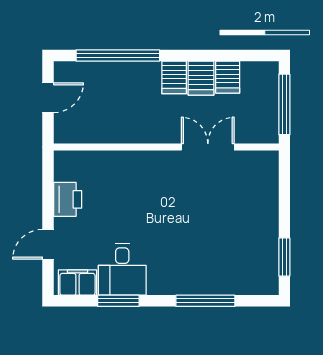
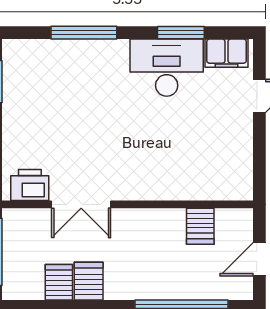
server rack: (174, 77) -> (200, 226), moved, turned 180
printer: (68, 199) -> (30, 185), moved, turned 90
desk: (122, 269) -> (167, 68), width x1.37

